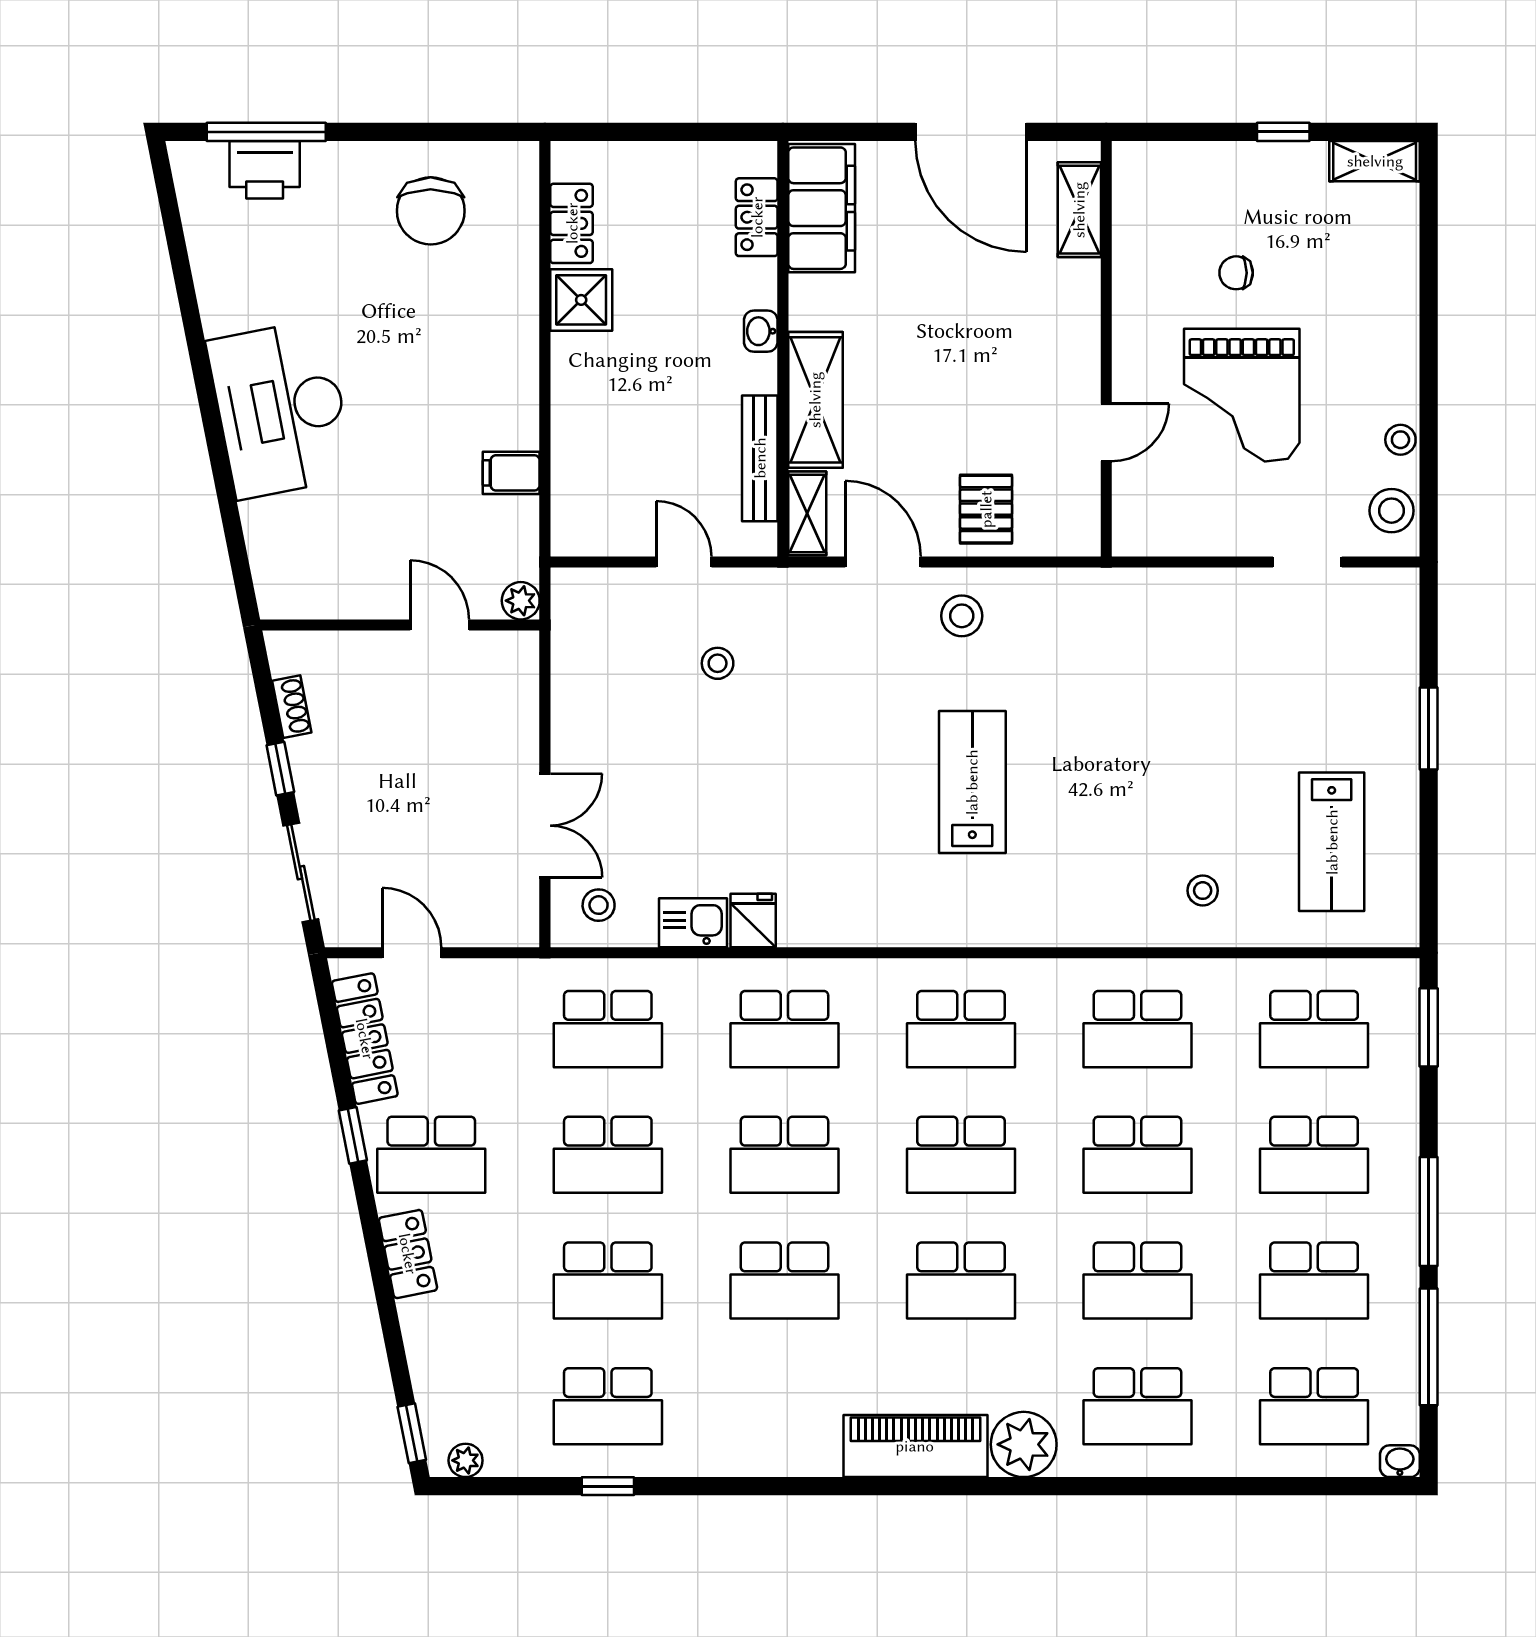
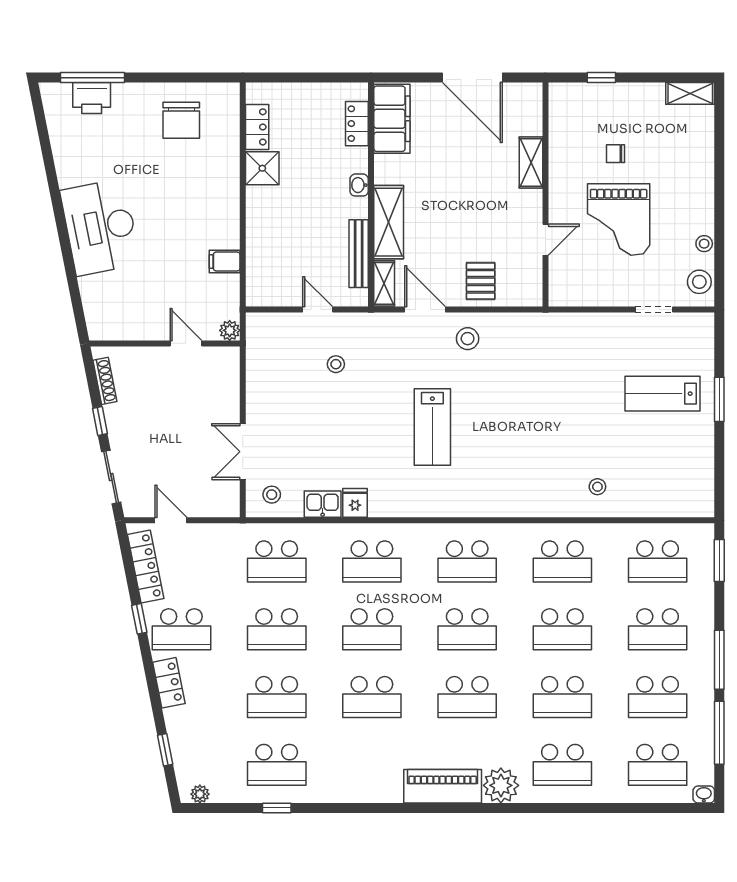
window: (1283, 132) -> (601, 78), moved
shelving: (1079, 210) -> (531, 163), moved
shoe rack: (292, 707) -> (105, 381), width x1.43
lab bench: (972, 782) -> (432, 427), moved, turned 180
double door: (545, 826) -> (243, 452), swing flipped
lab bench: (1332, 842) -> (662, 394), moved, turned 90
window: (412, 1433) -> (165, 750), moved

